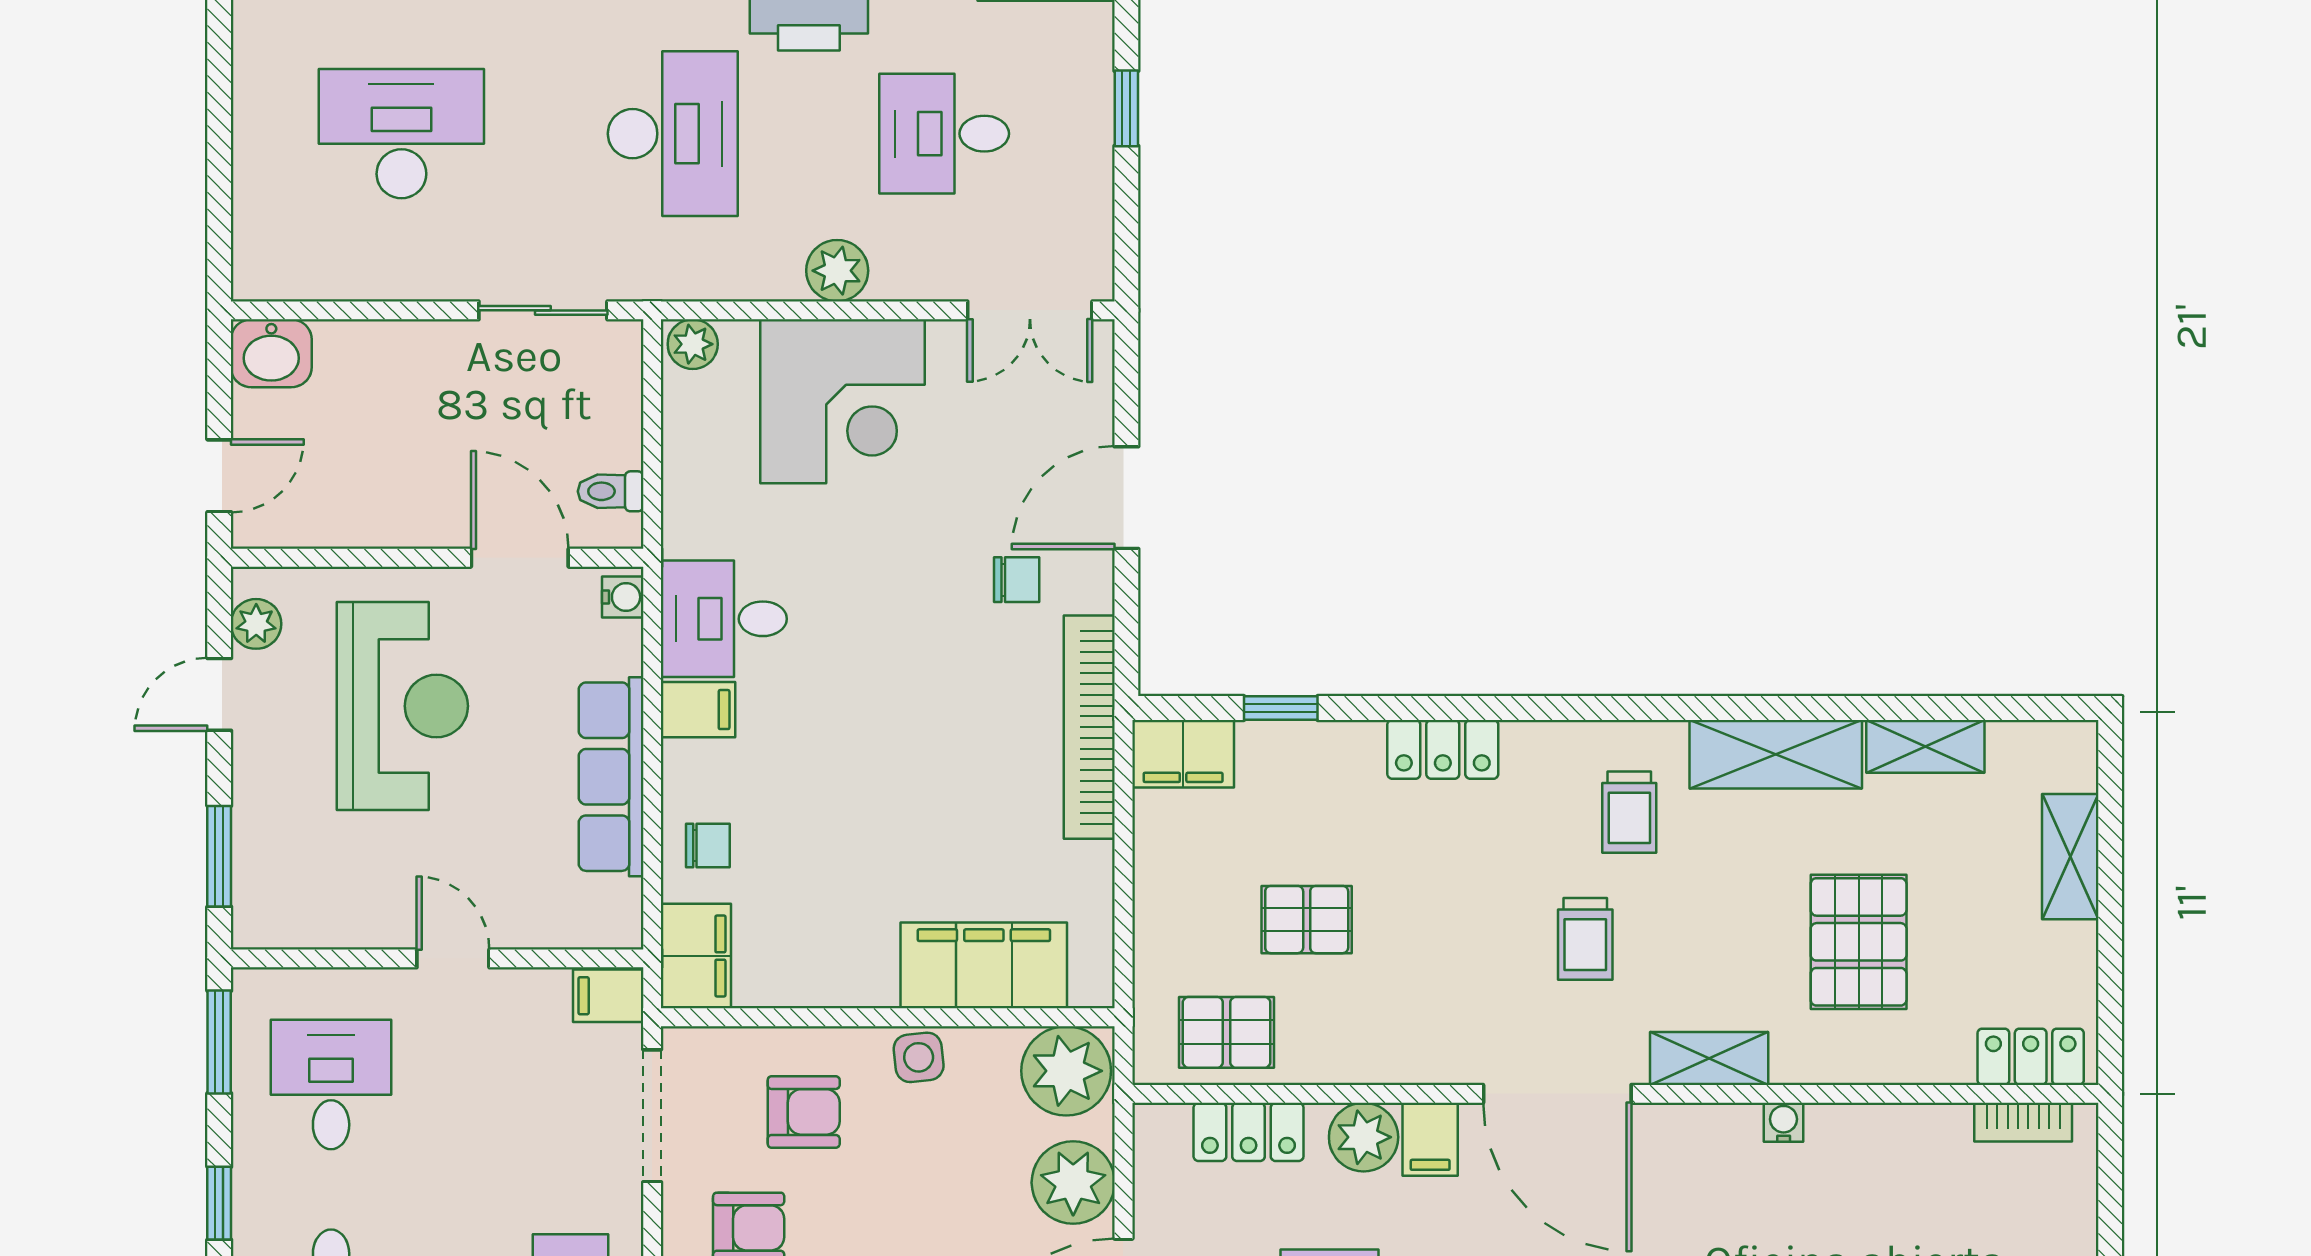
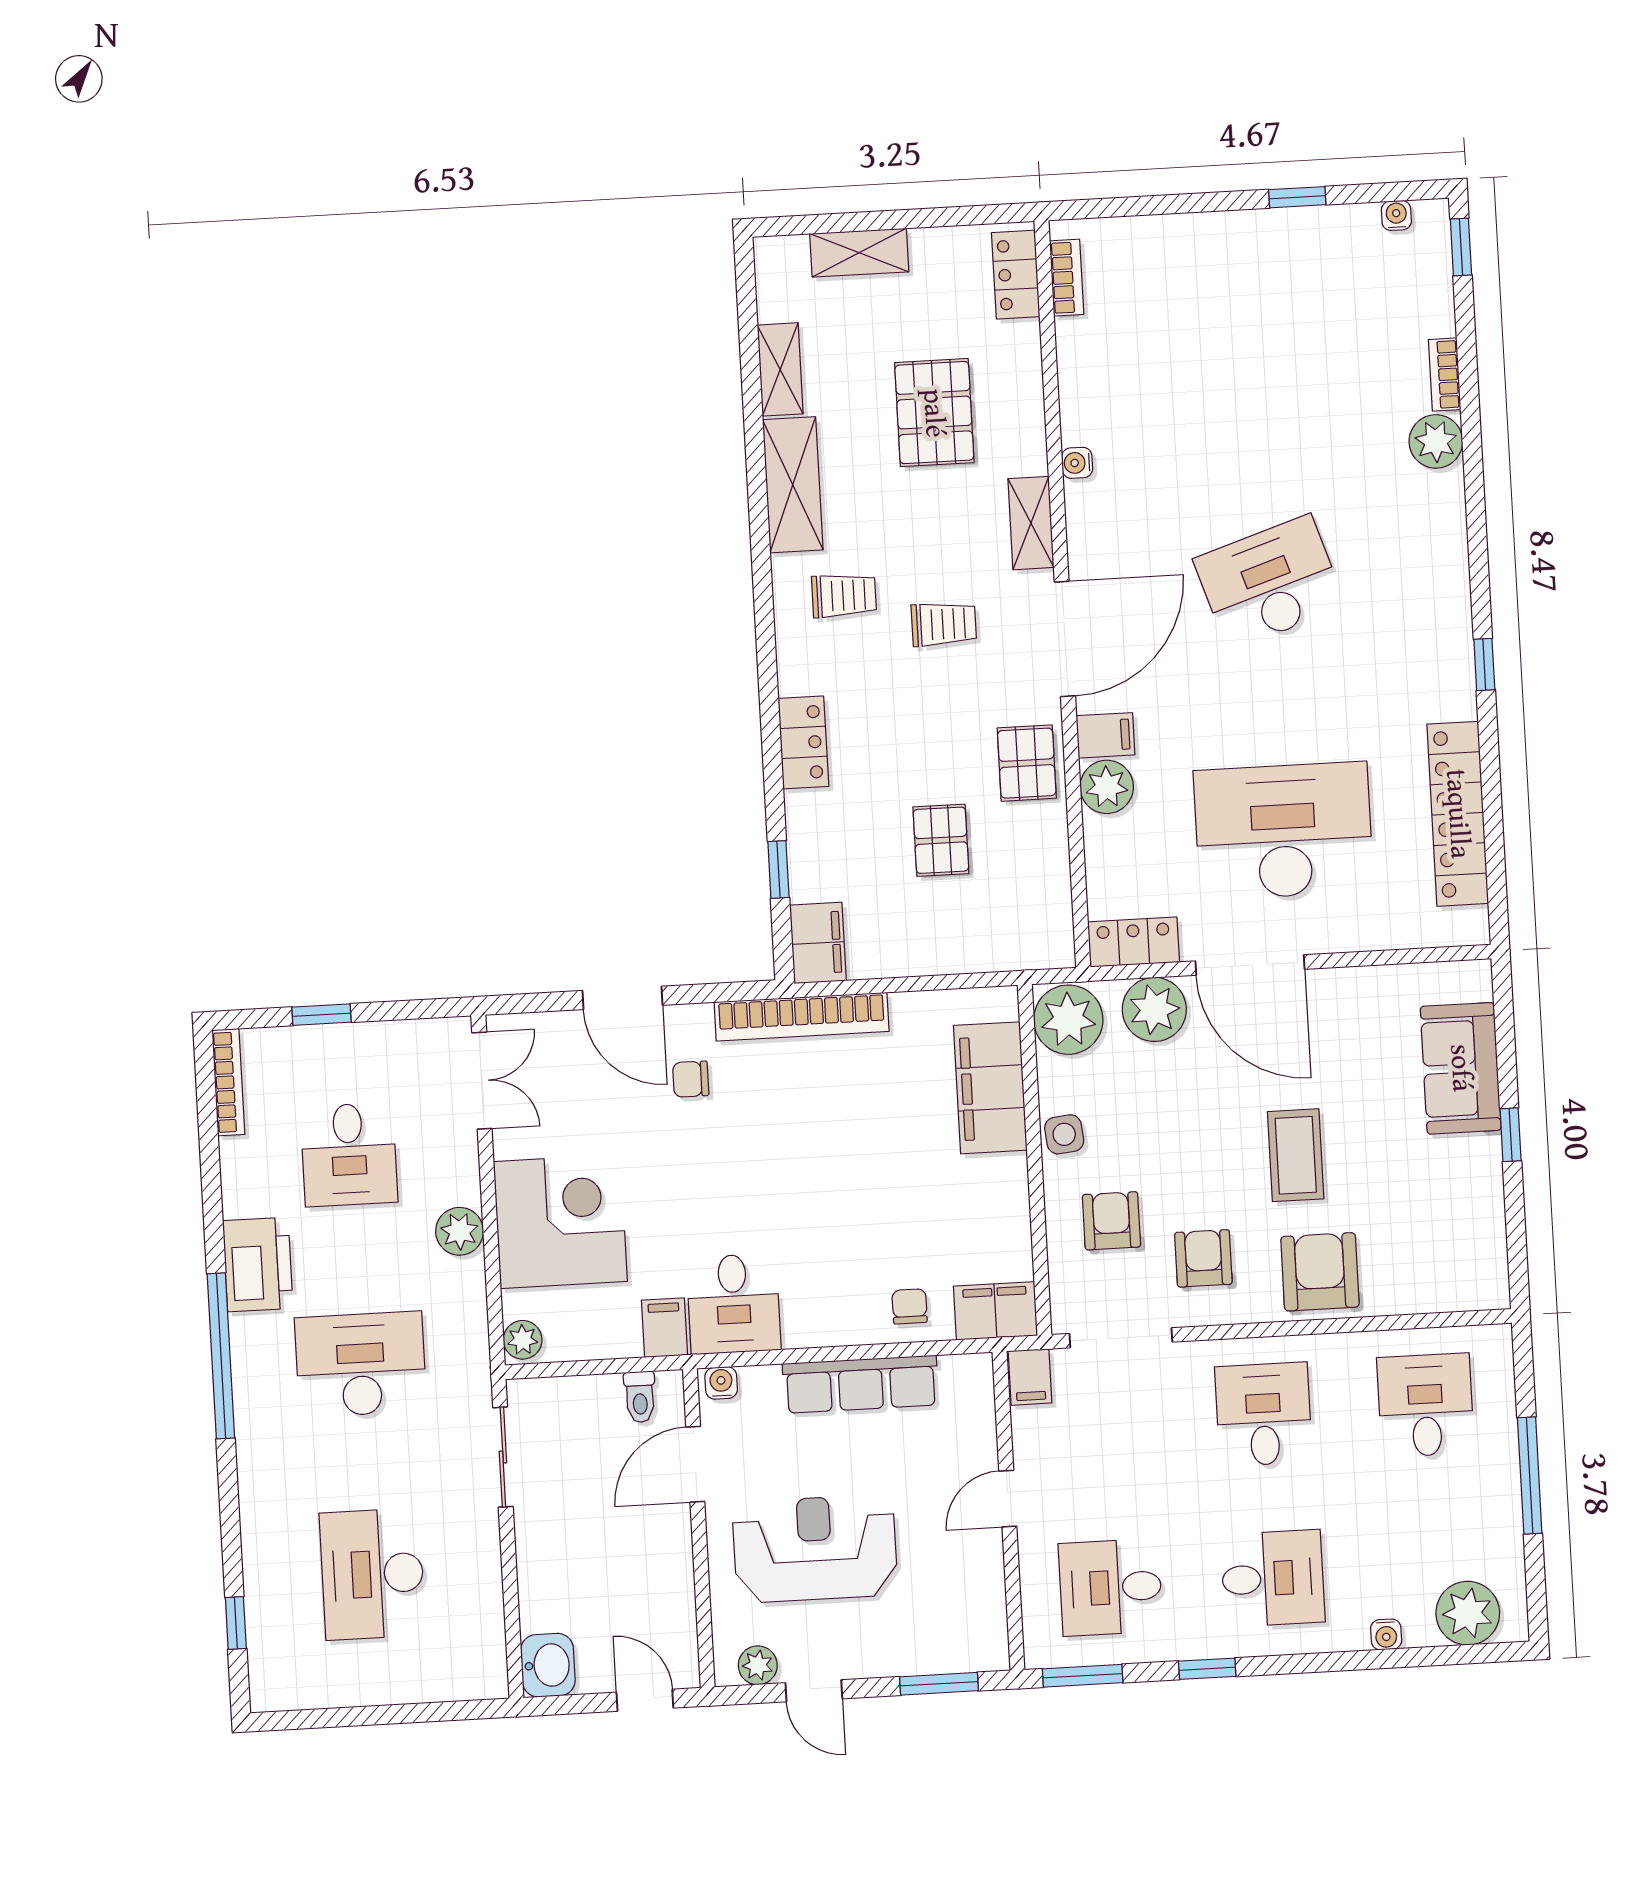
chair: (1017, 580) -> (691, 1079), turned -90
filing cabinet: (698, 710) -> (664, 1328), moved
pallet: (1859, 942) -> (934, 413), turned 90
pallet: (1227, 1032) -> (1027, 763), moved
locker: (1249, 1132) -> (1134, 942), moved, turned -90

